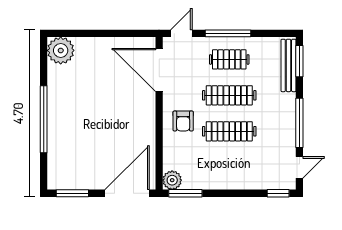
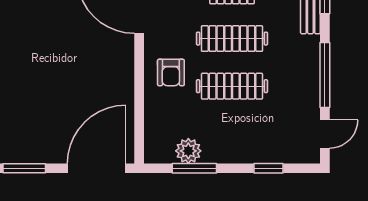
plant: (172, 180) -> (188, 151), moved
window: (185, 193) -> (194, 168), moved
window: (278, 193) -> (268, 168), moved

